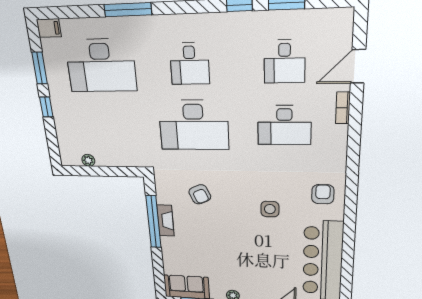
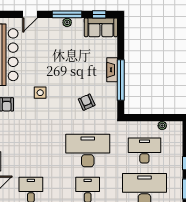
desk: (284, 125) -> (144, 151), moved
fireplace: (165, 221) -> (112, 70), moved

